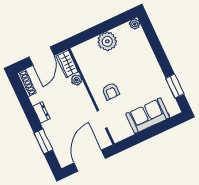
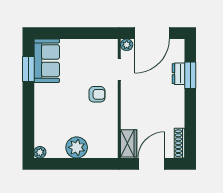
plant: (77, 80) -> (127, 45), moved
armchair: (111, 91) -> (97, 94), turned 90
dresser: (41, 112) -> (178, 74), moved
sofa: (148, 116) -> (47, 61), moved, turned -90

